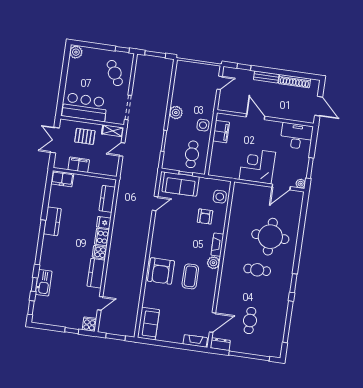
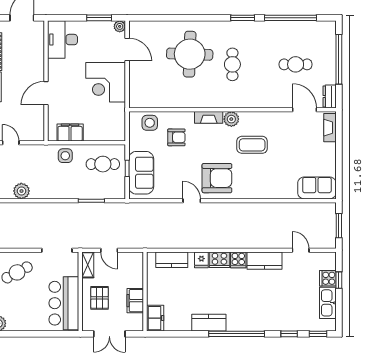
plant: (176, 113) -> (21, 191), moved
door: (155, 204) -> (192, 201), moved
armchair: (161, 271) -> (217, 178), moved
kitchen sink: (44, 283) -> (328, 303), moved, turned -90
cooker: (89, 324) -> (328, 278), moved

